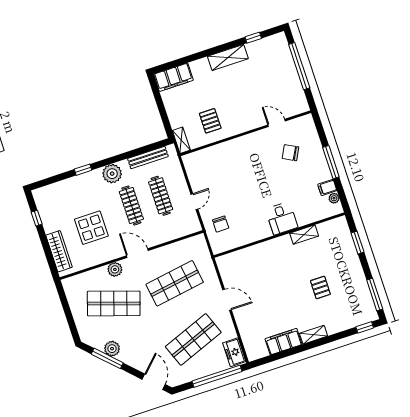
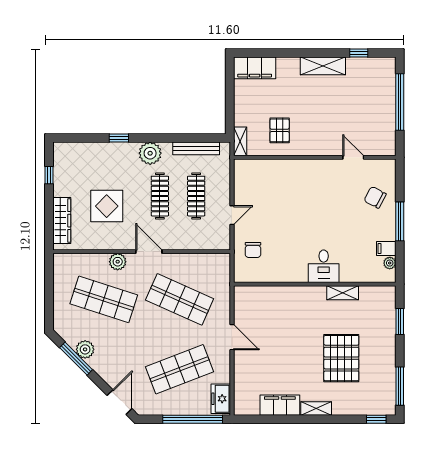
chair: (291, 153) -> (375, 197), moved
shop shelf: (175, 283) -> (180, 299), turned 33
pallet: (320, 287) -> (341, 358), width x2.05, depth x2.00

